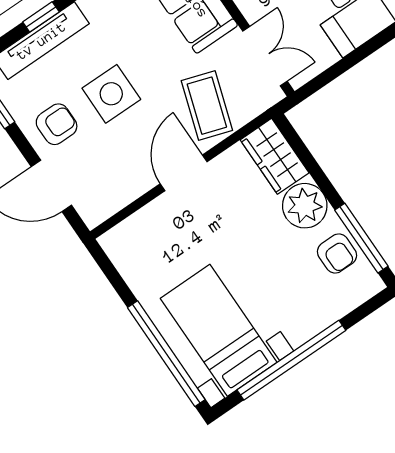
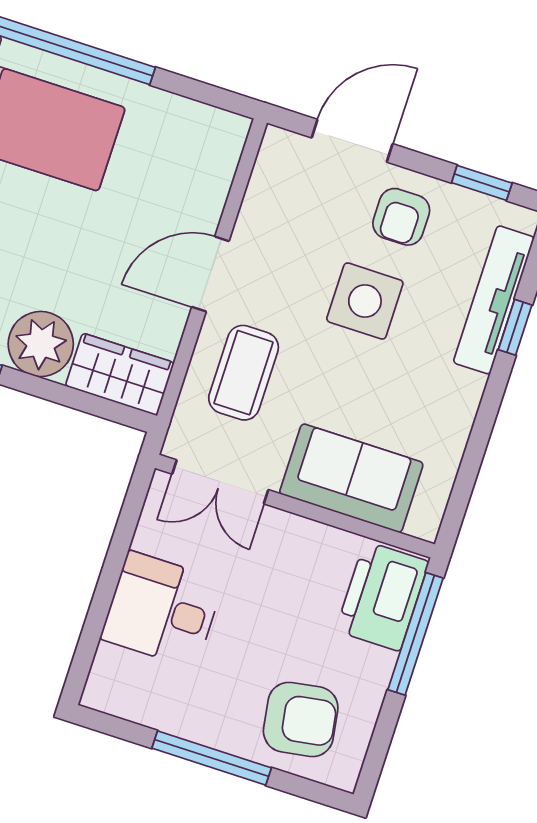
coffee table: (207, 106) -> (244, 373), turned 72
door: (184, 173) -> (210, 274), swing flipped

